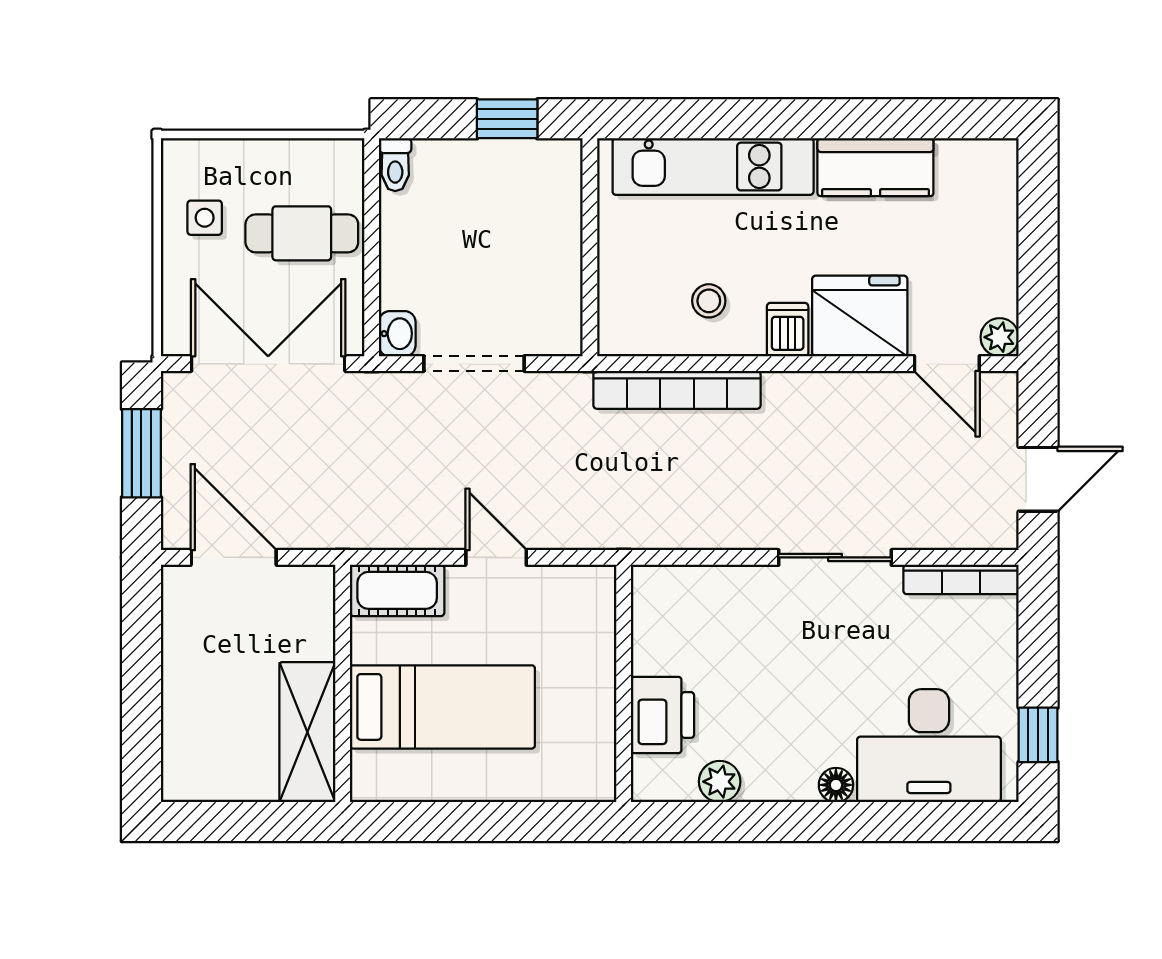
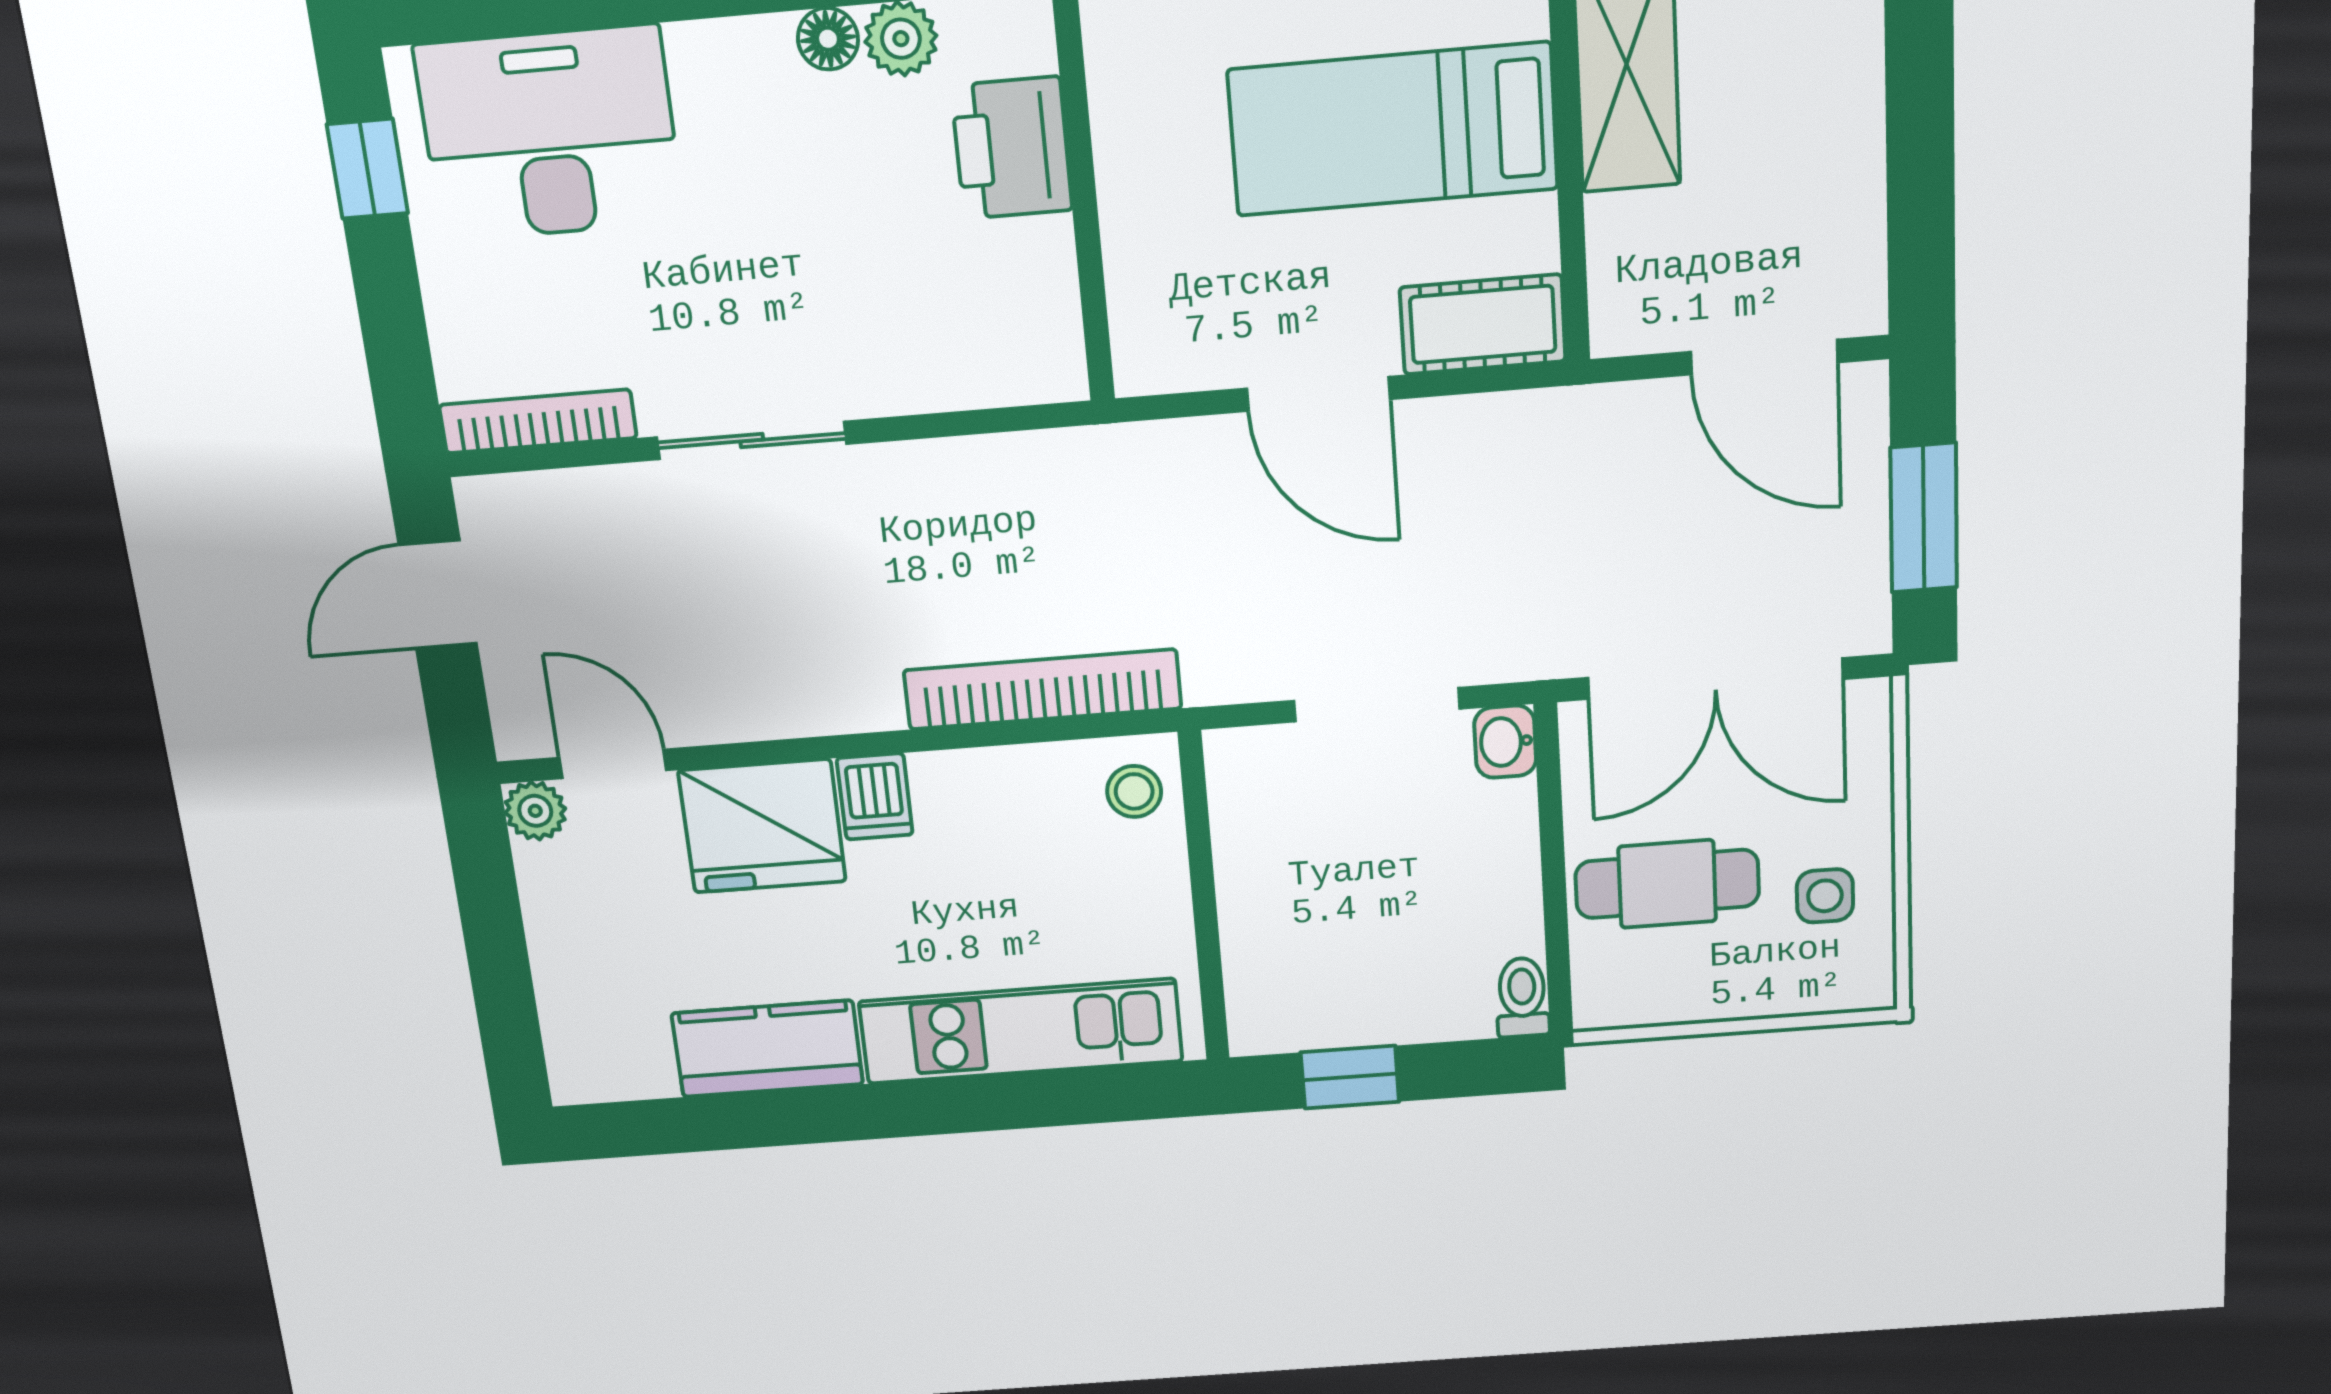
stool: (709, 301) -> (1134, 791), moved
door: (496, 557) -> (1318, 394), width x1.38
floor lamp: (836, 785) -> (828, 39), moved

